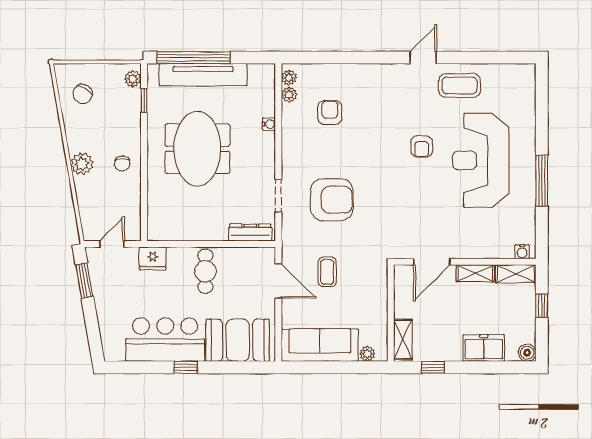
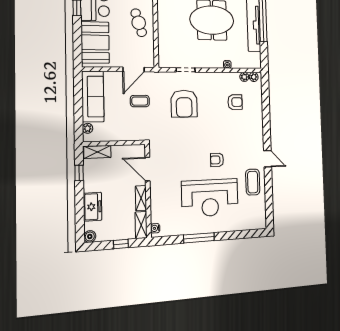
reception desk: (481, 160) -> (210, 198), turned 180
dresser: (250, 233) -> (163, 52), removed
cafe table: (205, 271) -> (139, 23), turned 73

